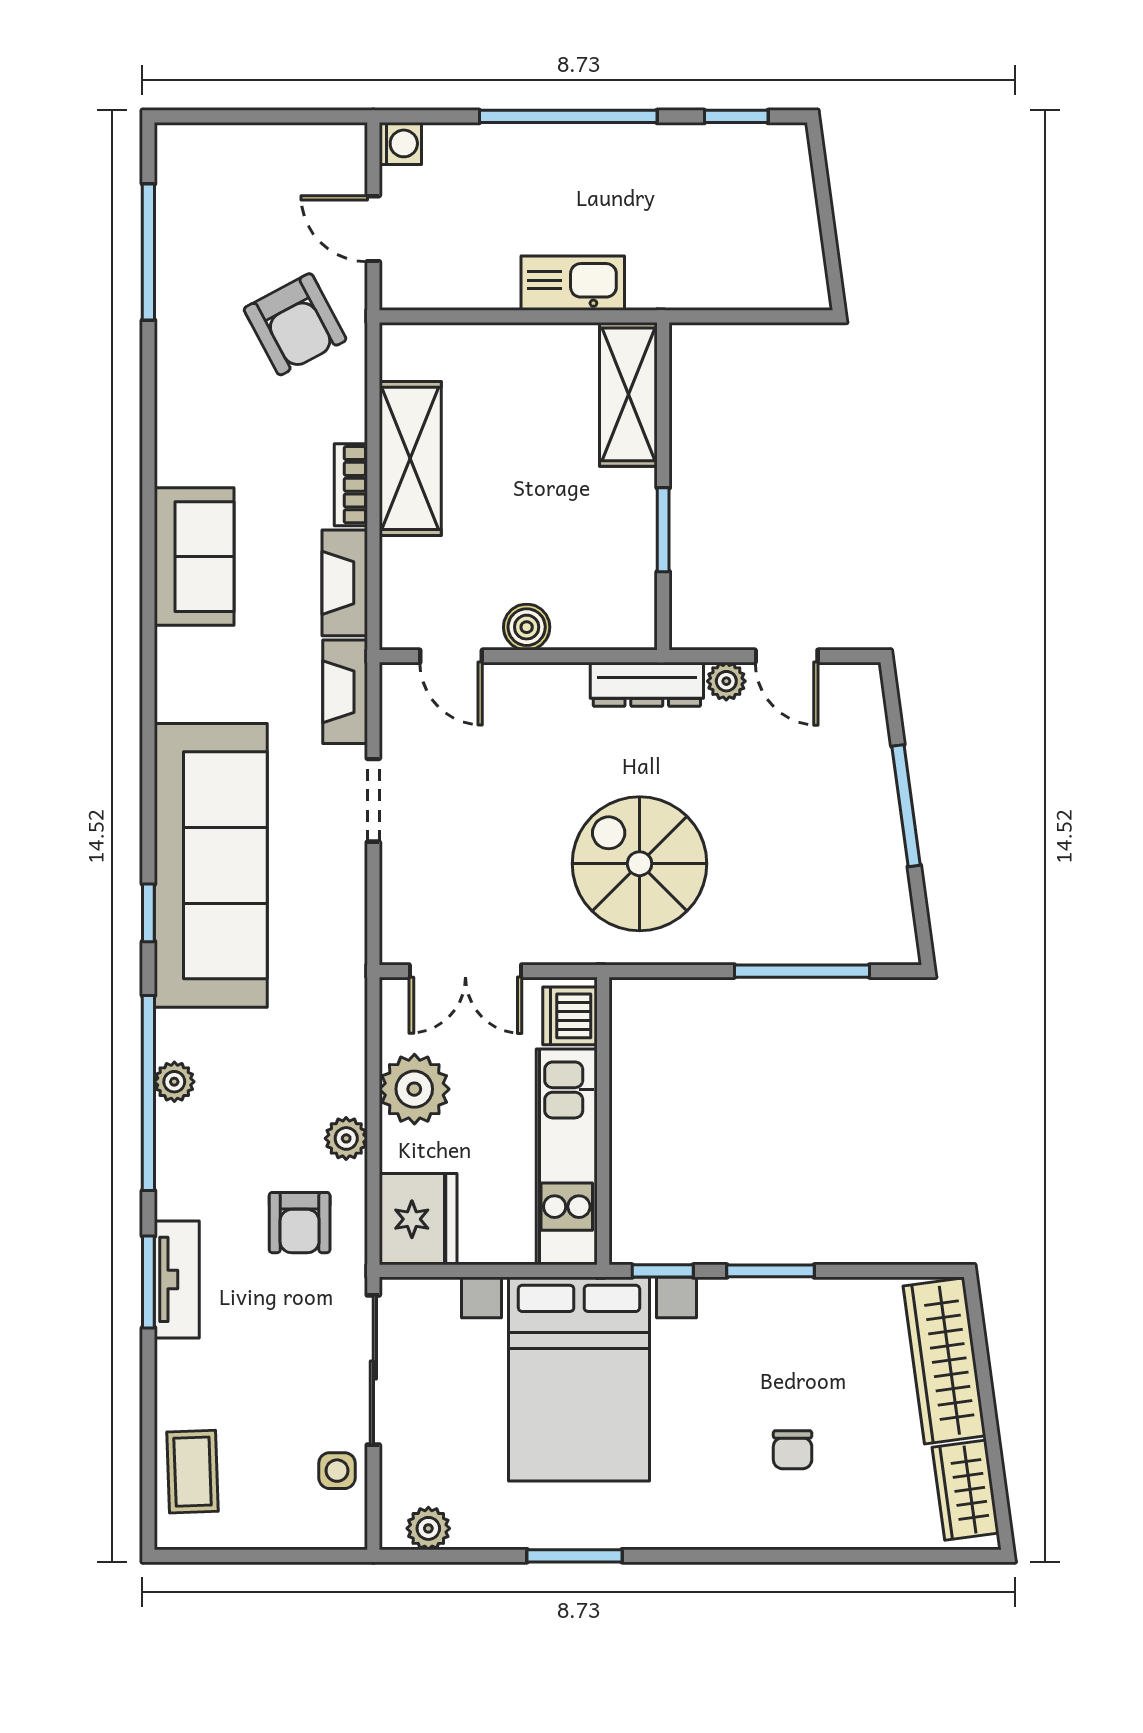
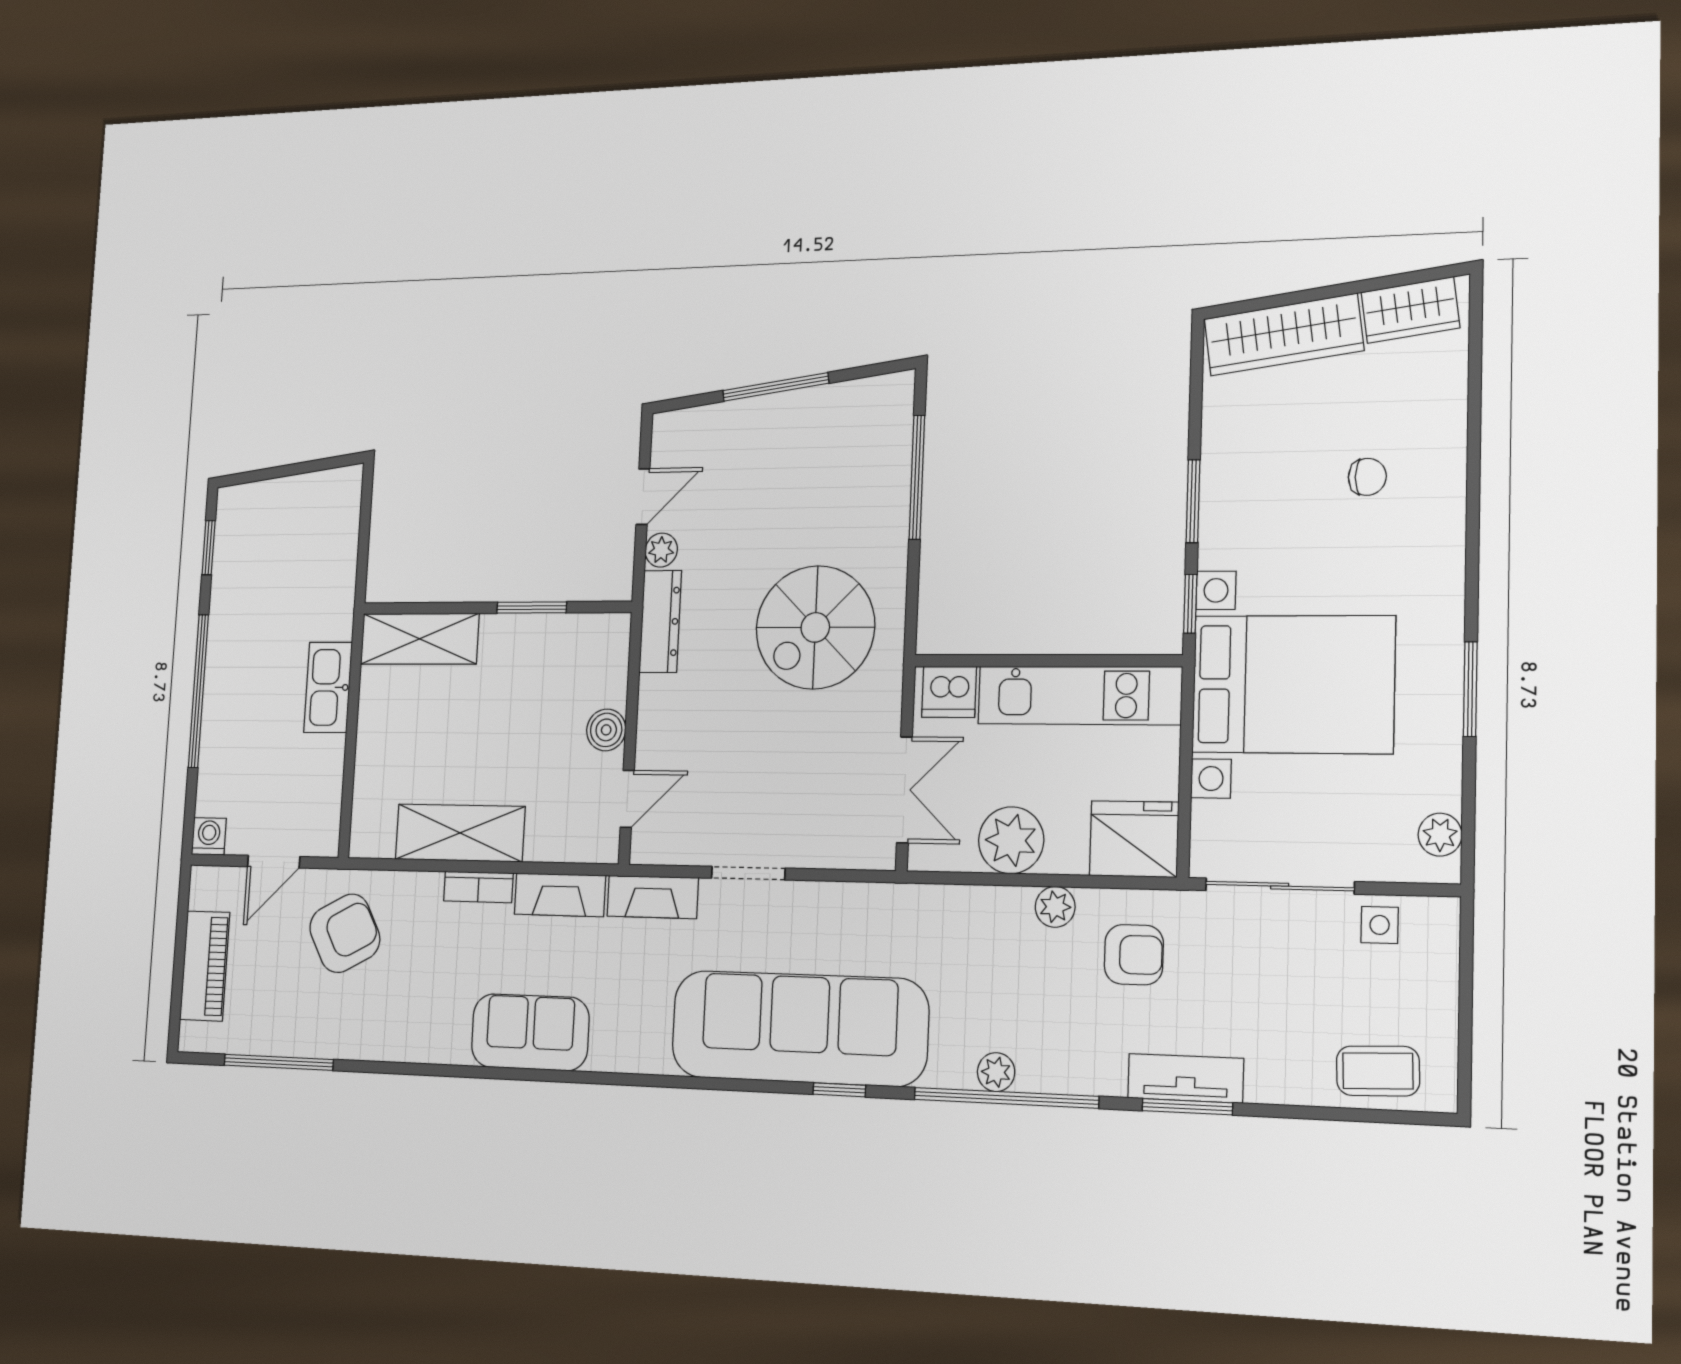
piano: (253, 150) -> (205, 966), added

